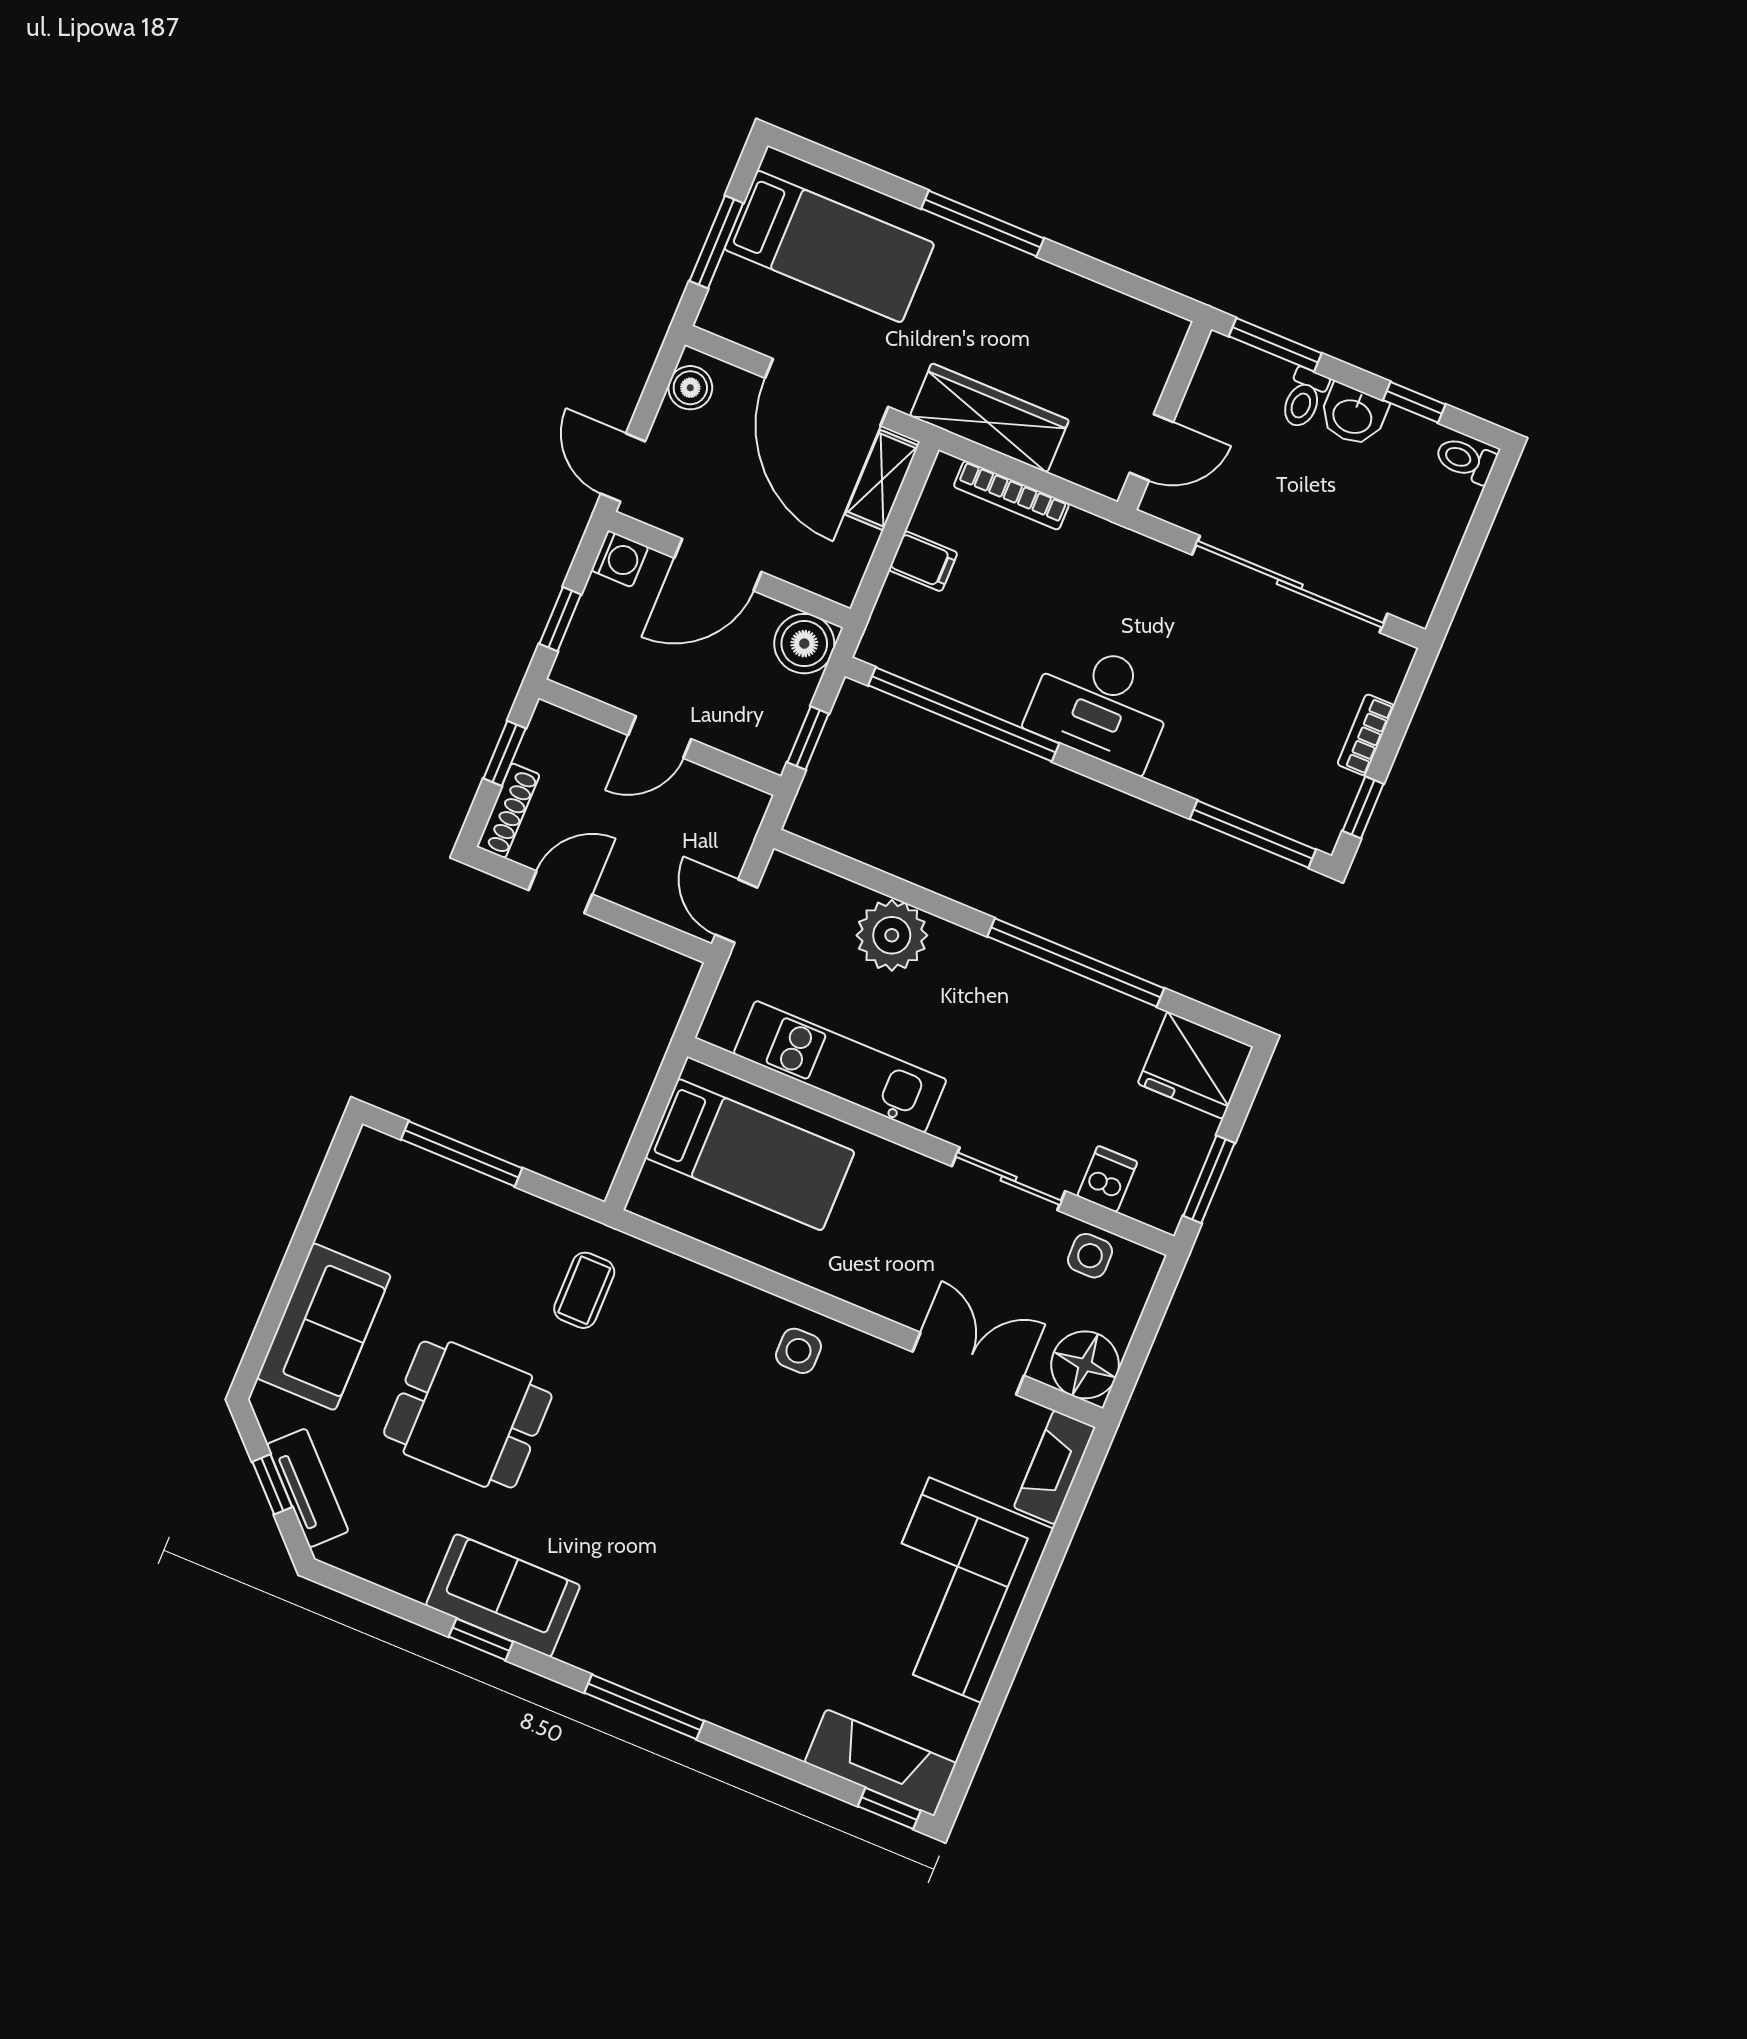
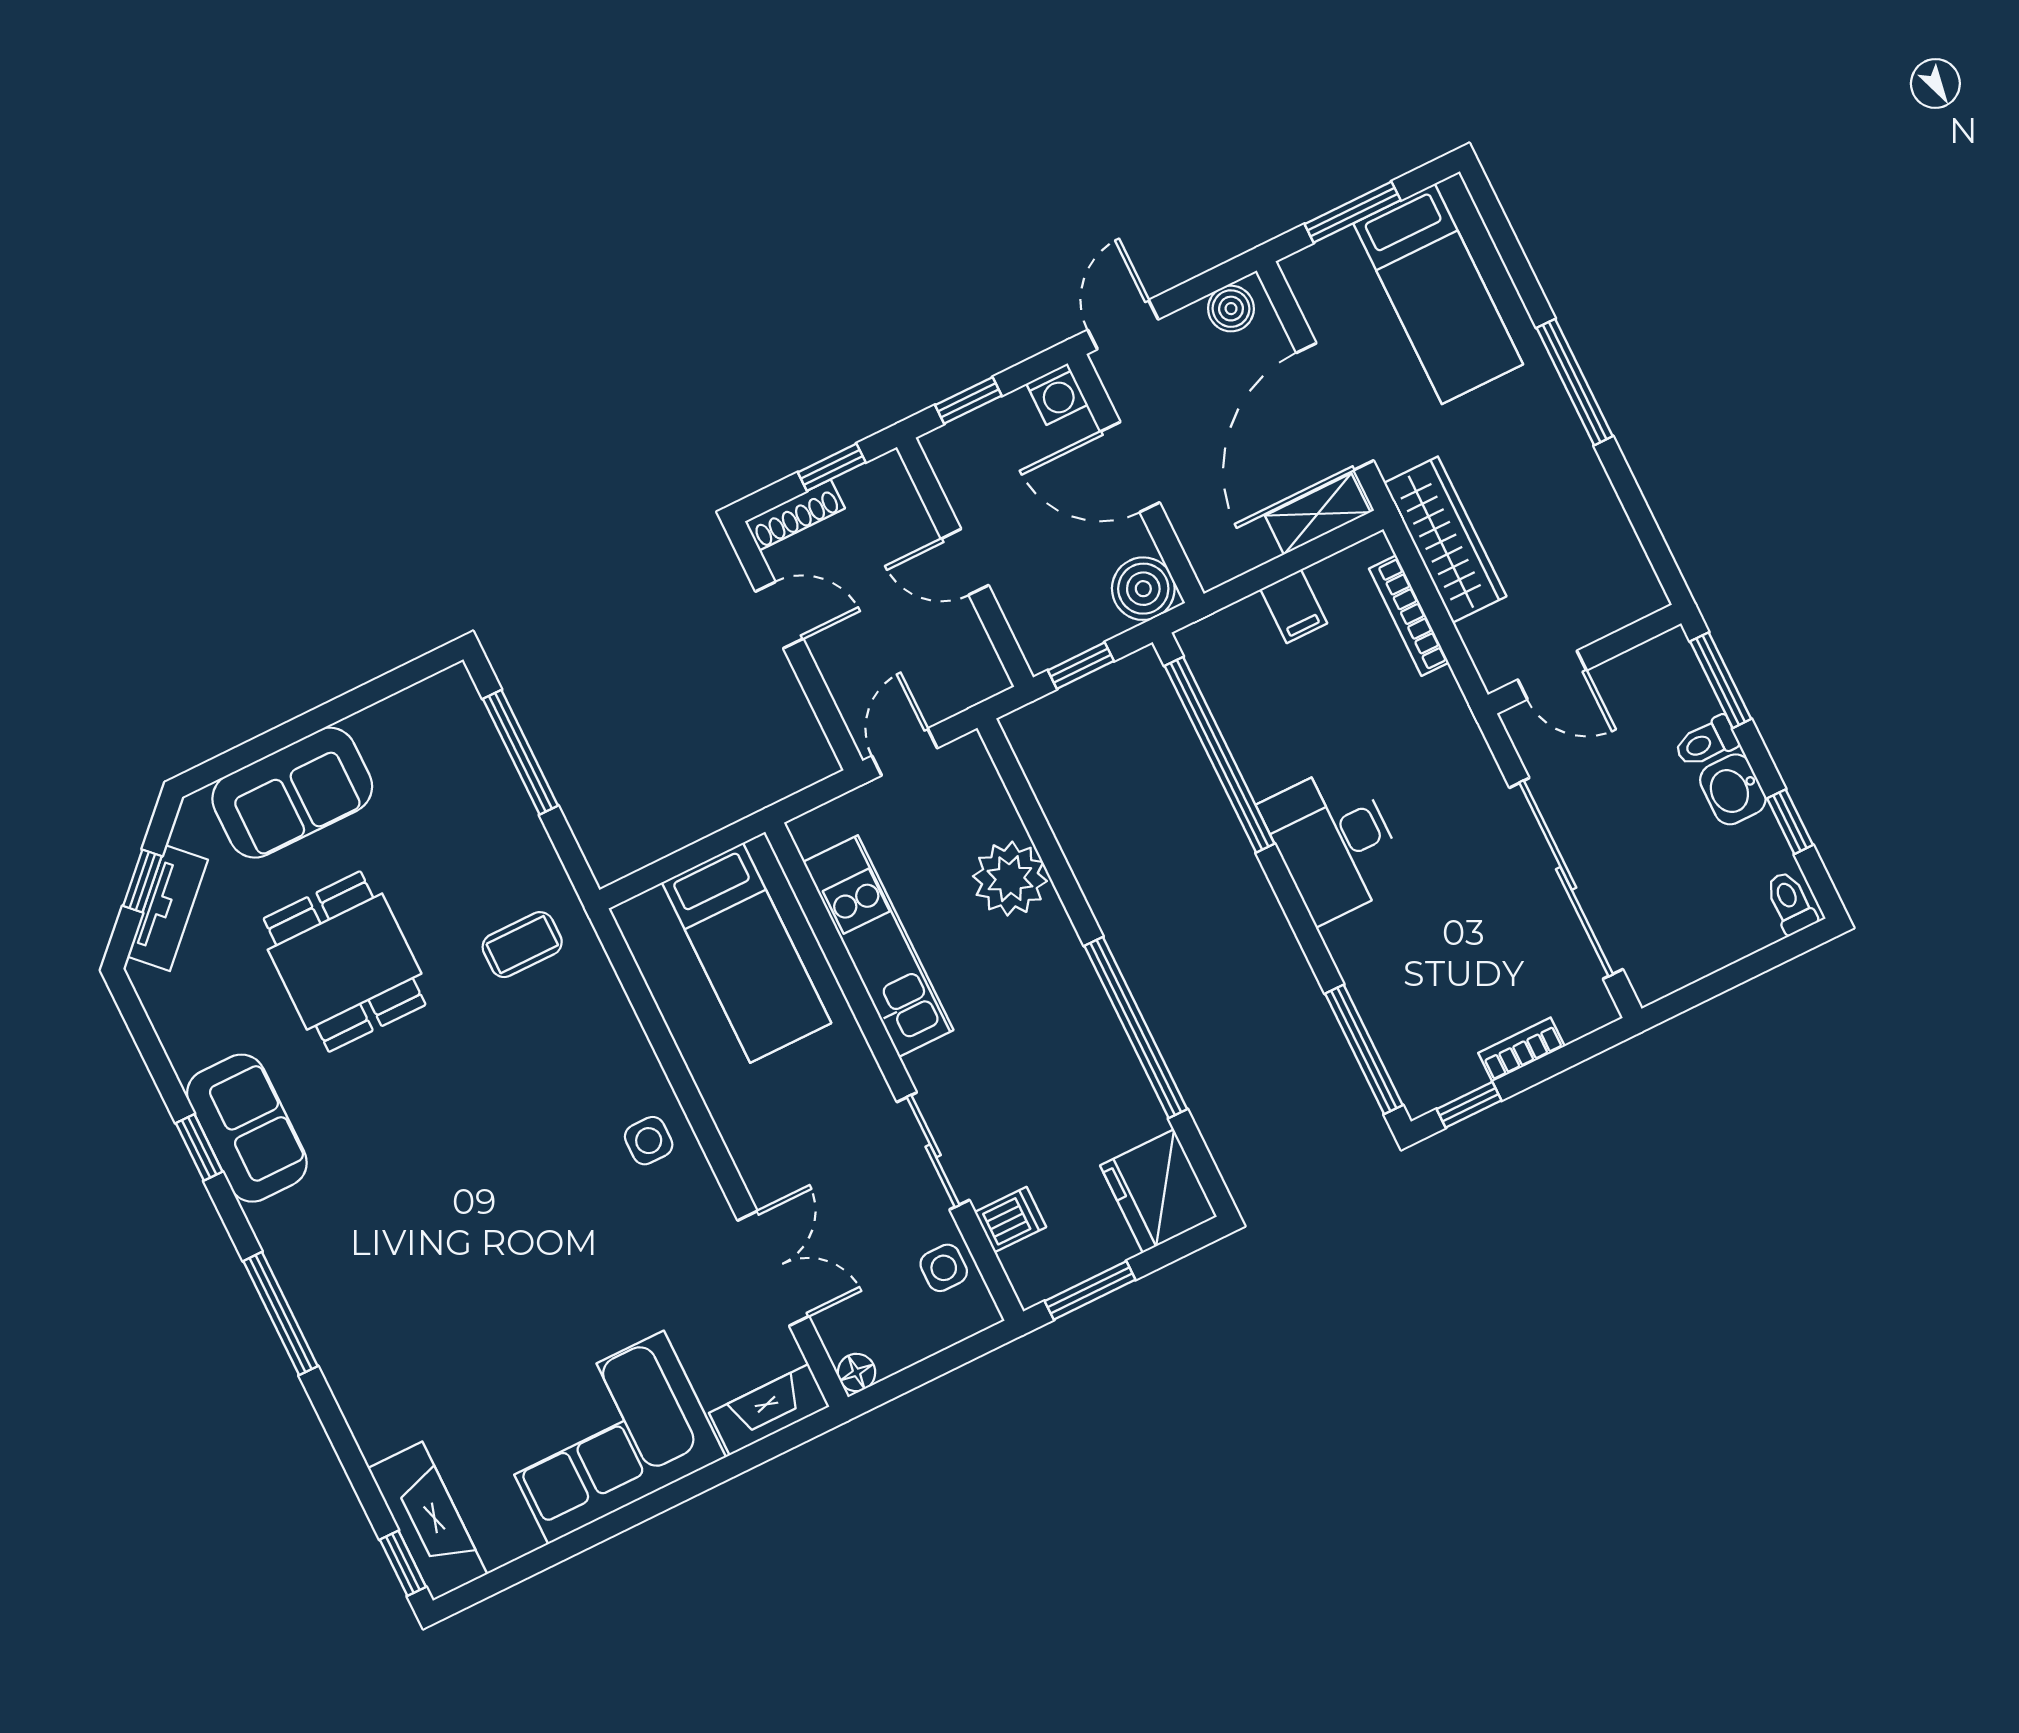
floor lamp: (1085, 1365) -> (857, 1372), width x0.53, depth x0.53

